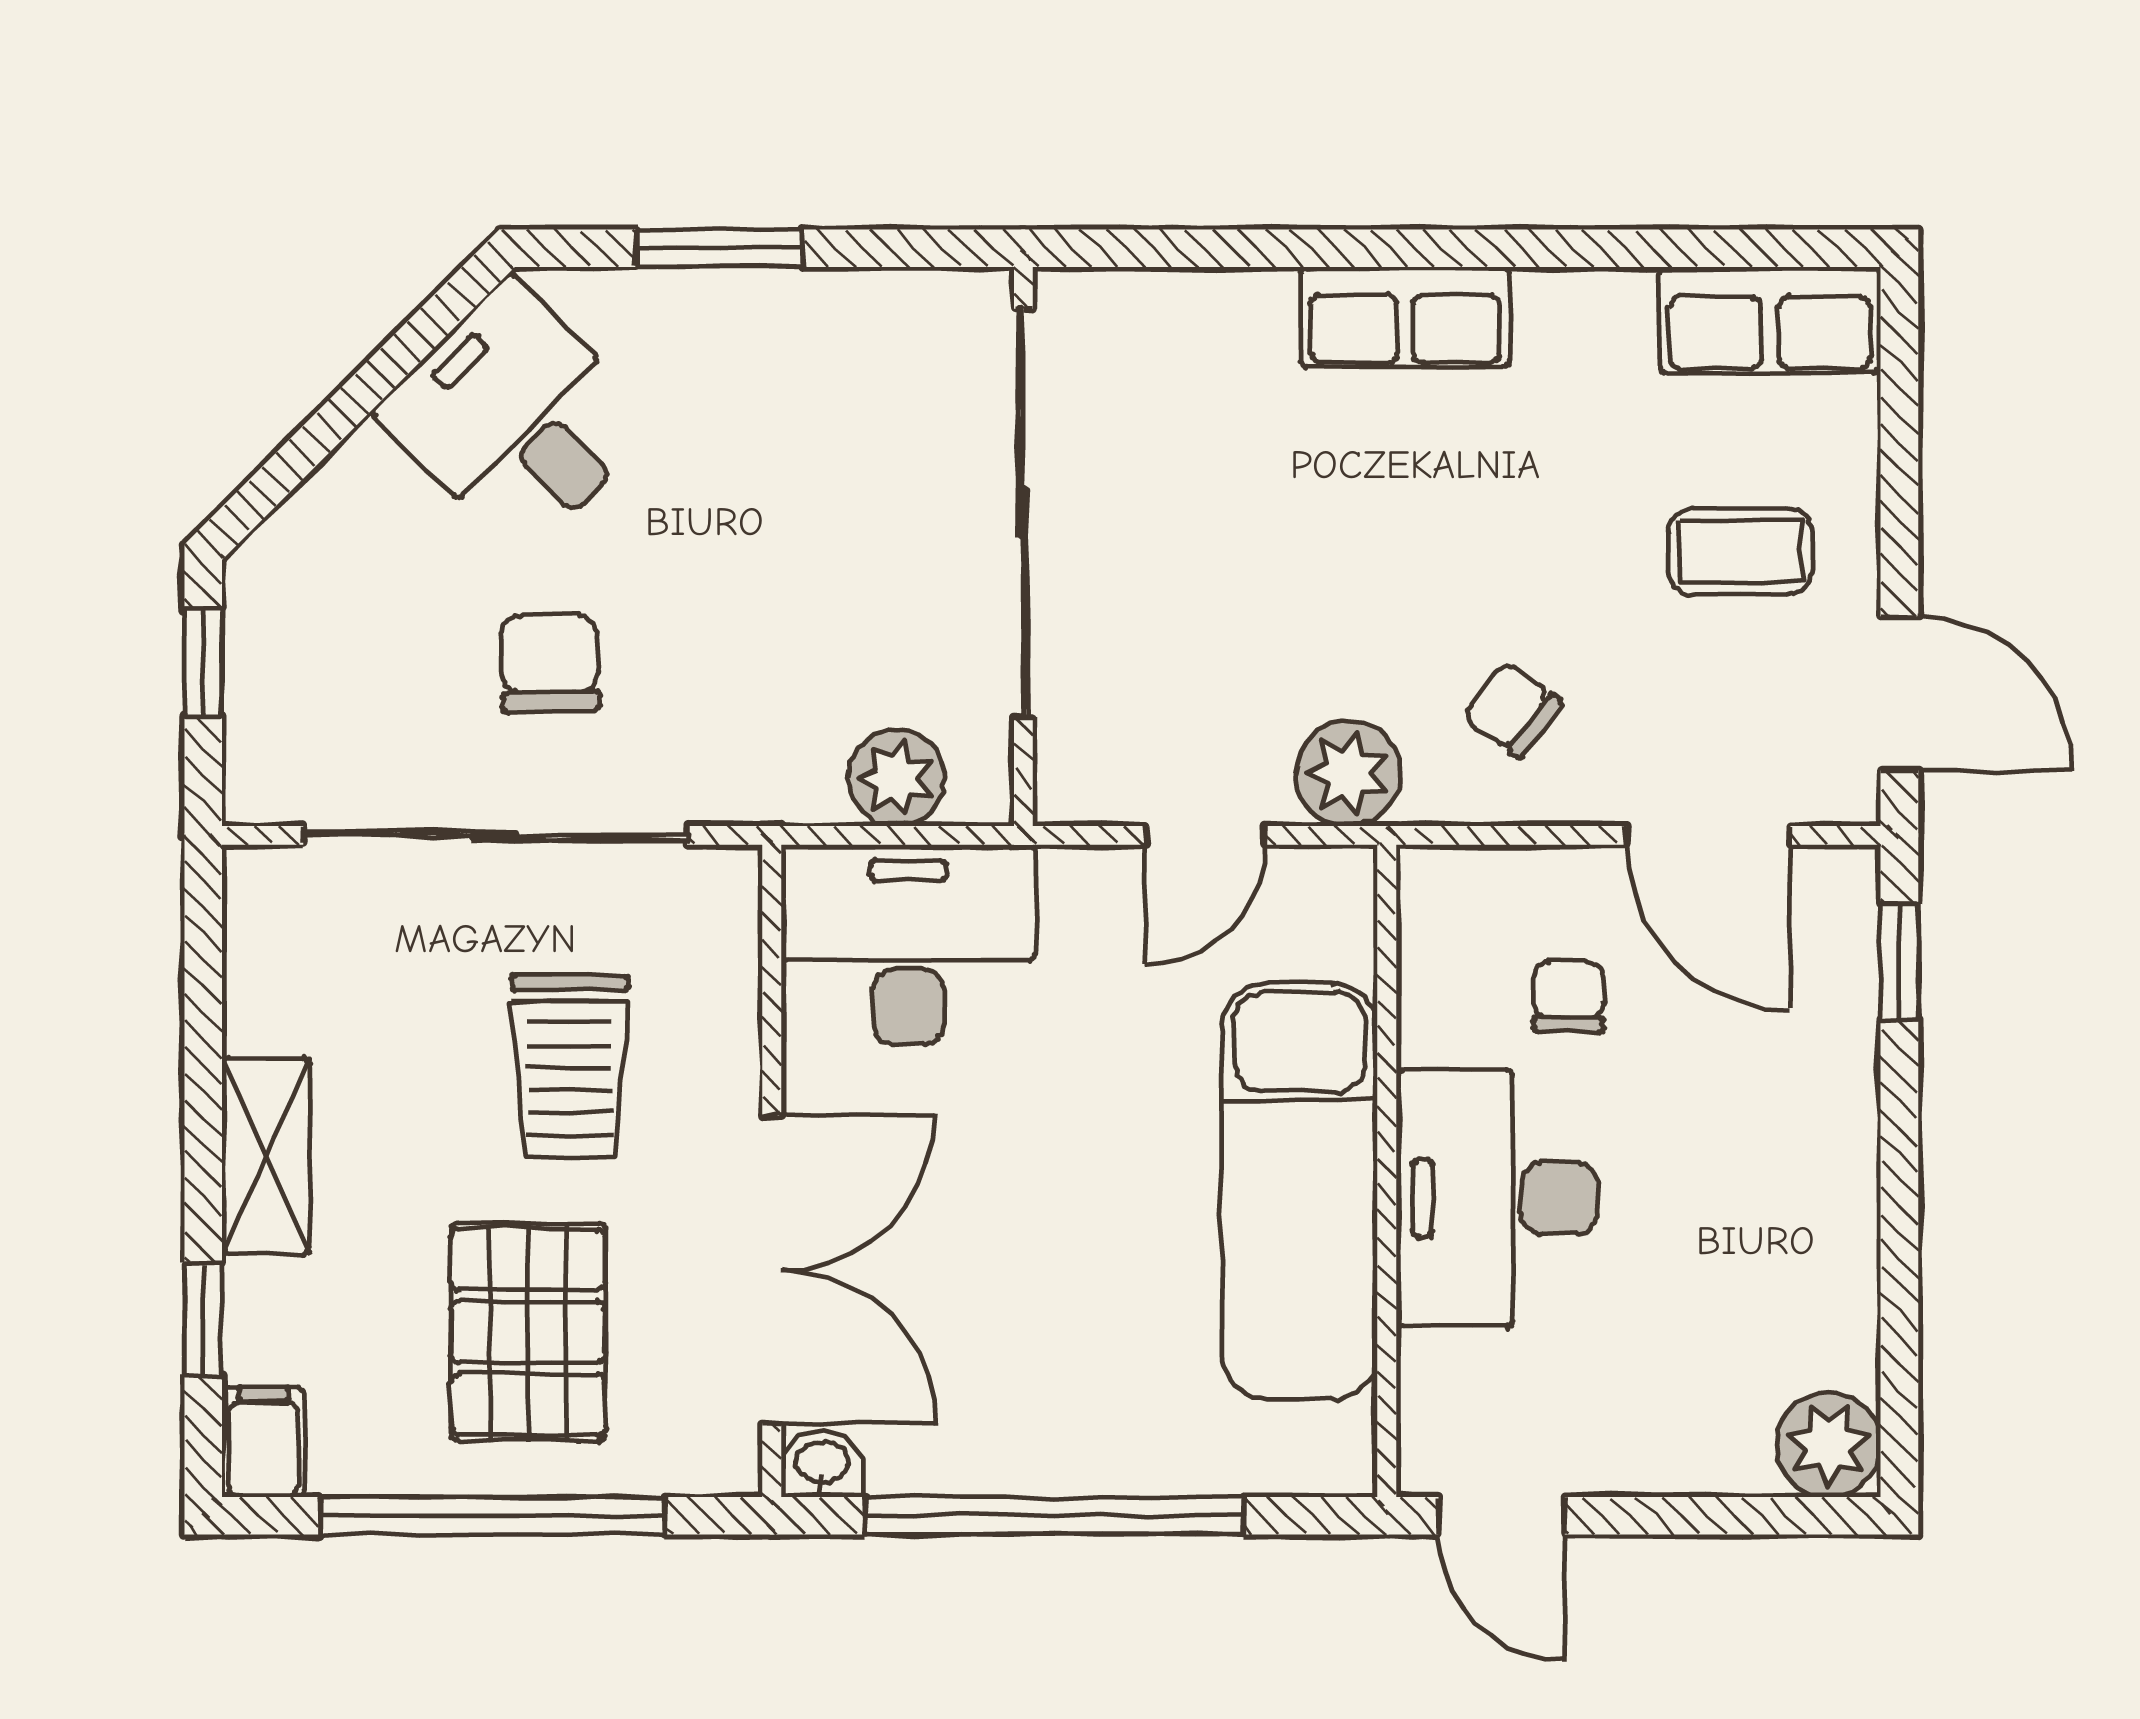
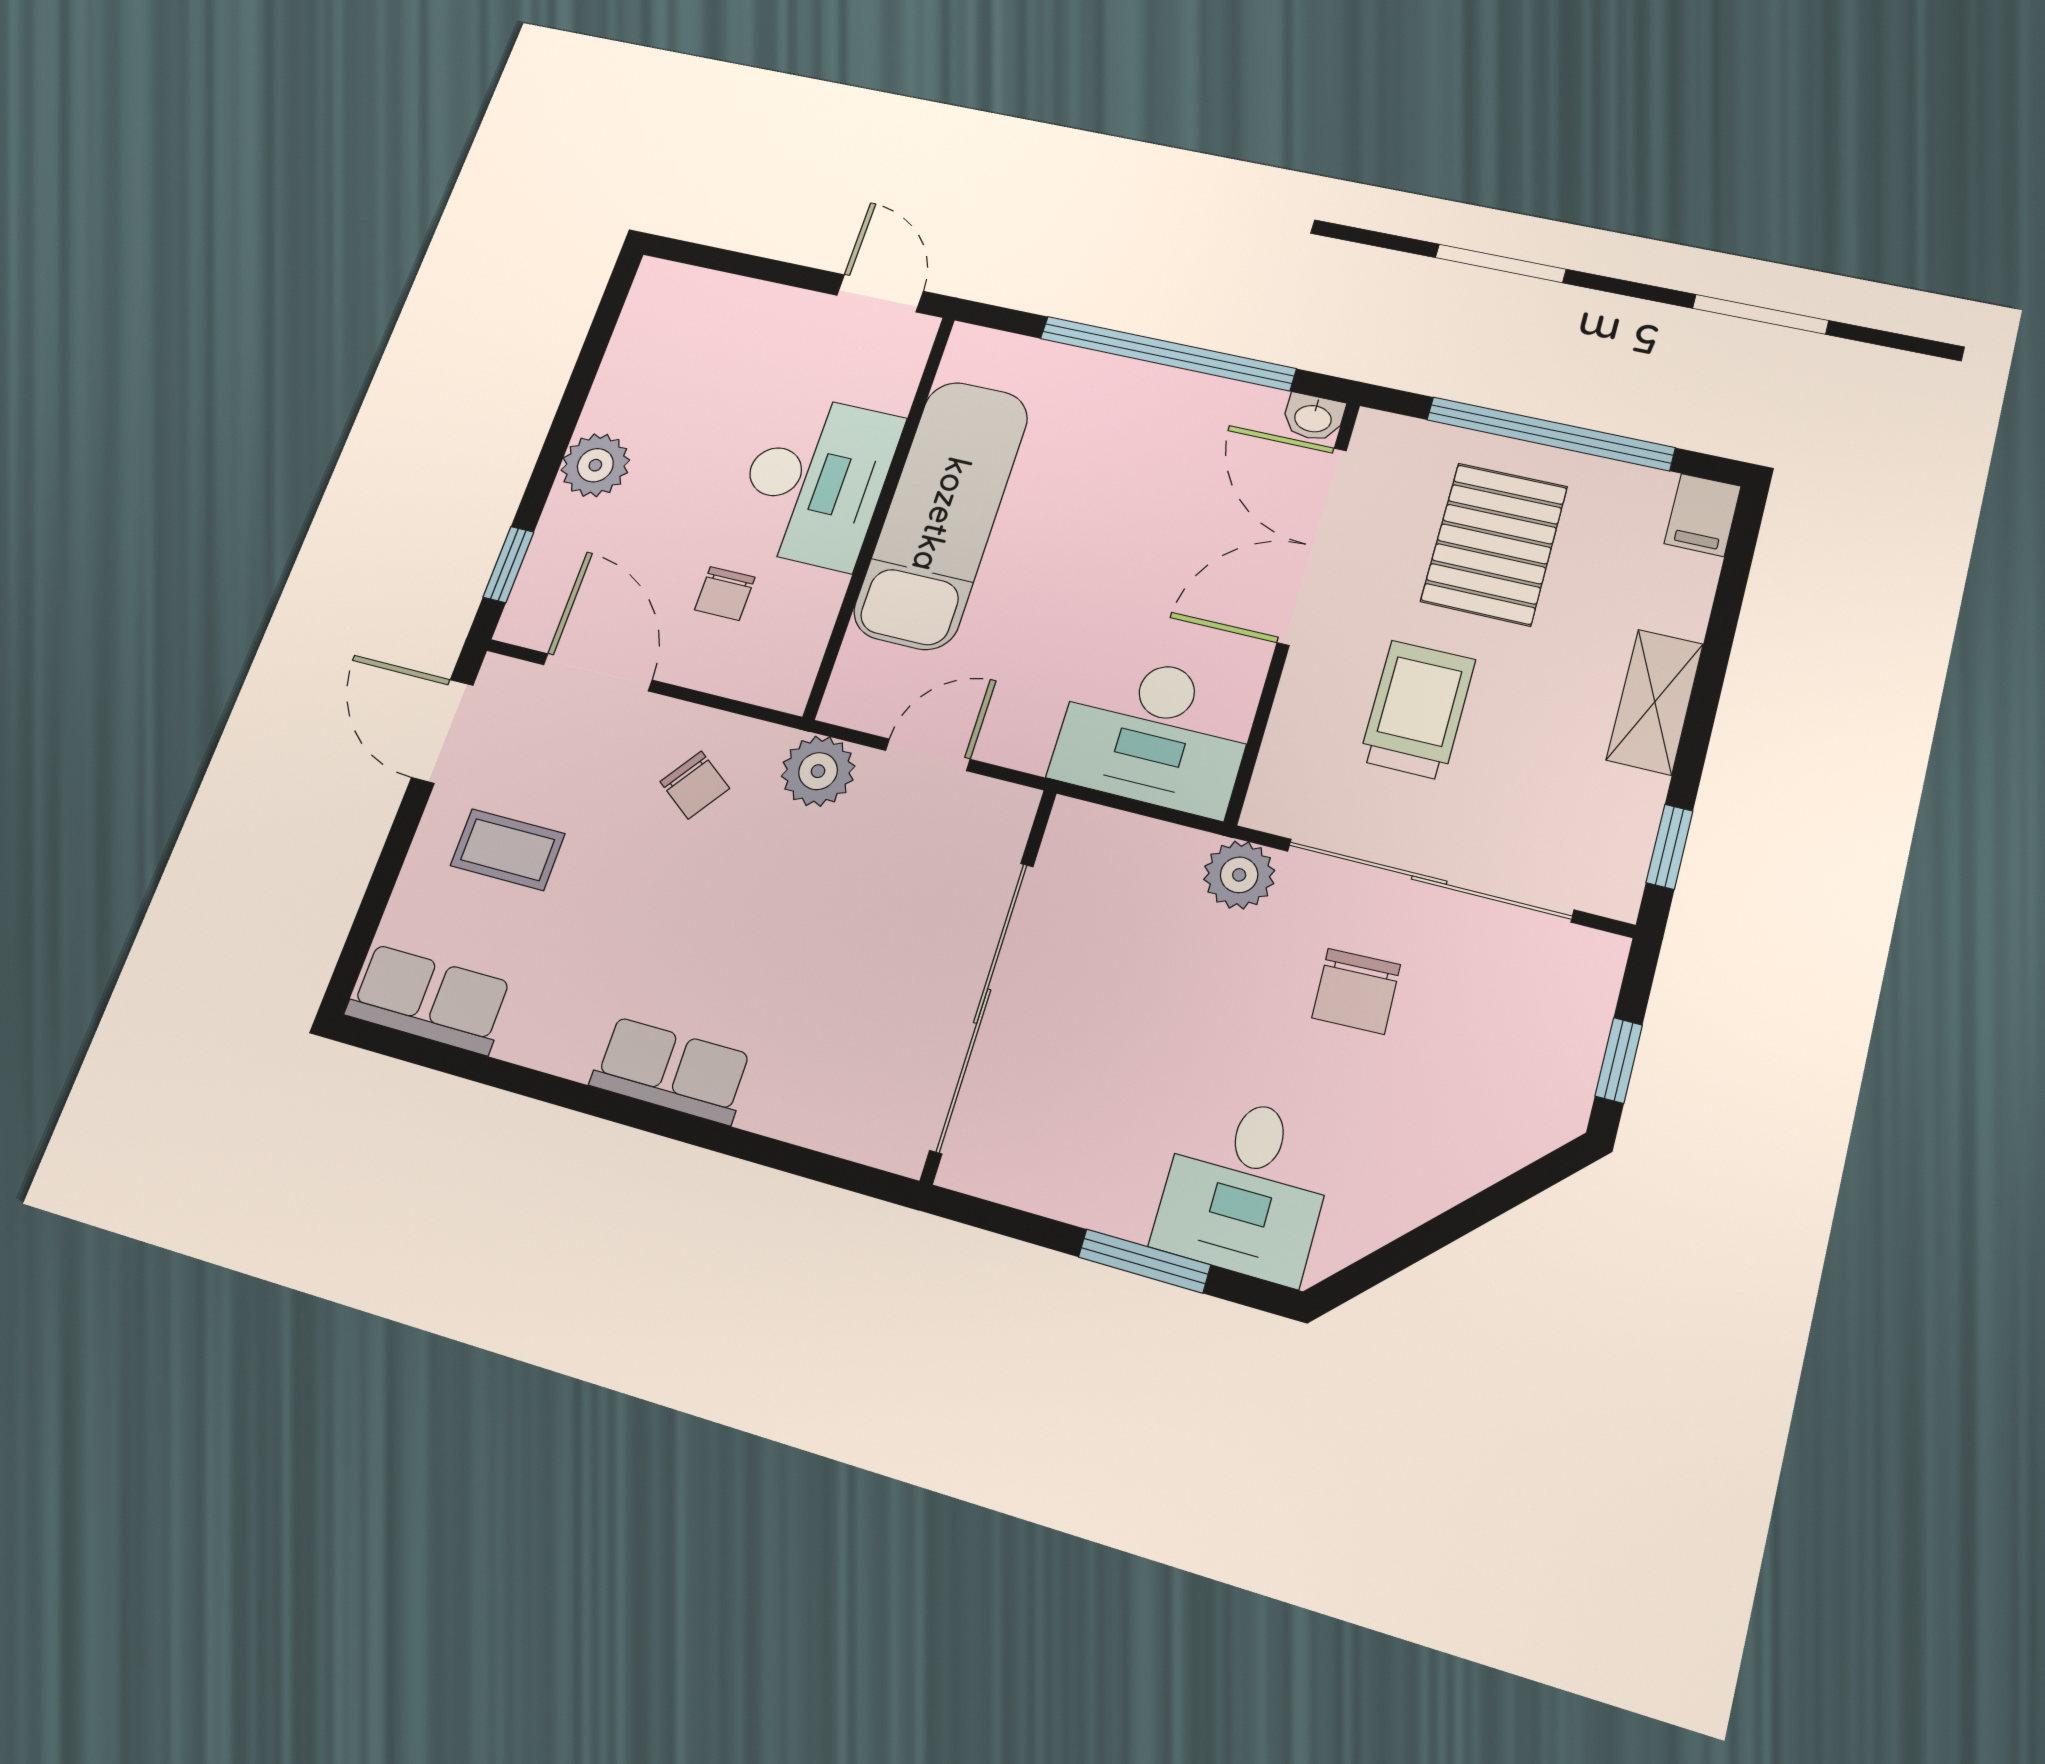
desk: (517, 418) -> (1245, 1187), moved, turned 45
plant: (896, 778) -> (1239, 875), moved
window: (203, 1319) -> (1670, 847), moved
plant: (1828, 1445) -> (595, 465), moved

